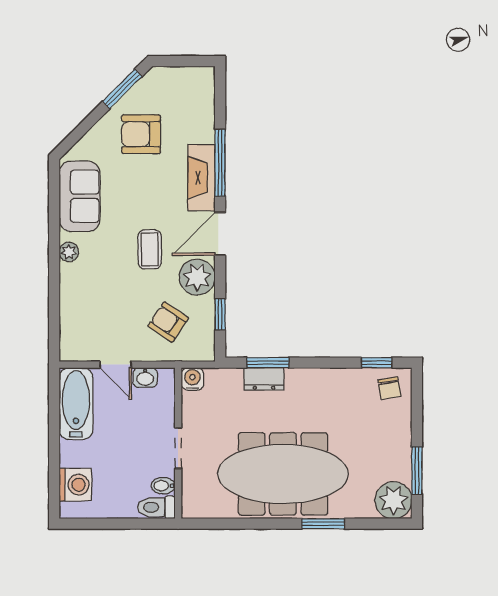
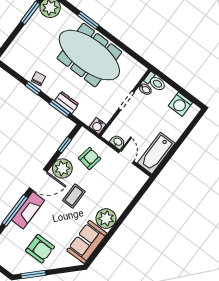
plant: (69, 252) -> (106, 219), width x1.88, depth x1.88
armchair: (168, 322) -> (90, 158), turned -115
window: (377, 363) -> (33, 88), moved
chair: (389, 388) -> (38, 79), moved
washing machine: (75, 485) -> (180, 104), moved, turned -90

